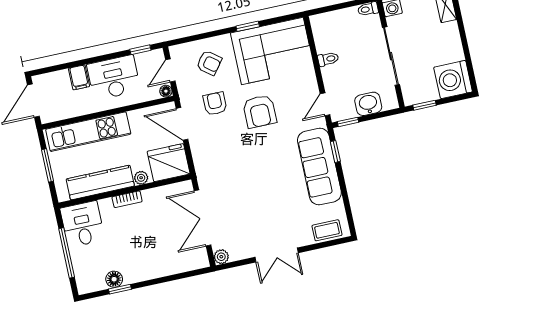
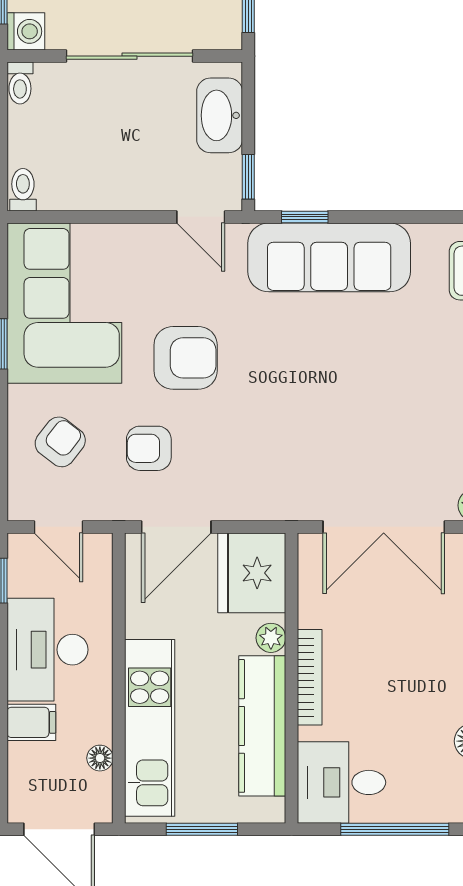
toilet: (328, 59) -> (23, 190), moved
floor lamp: (166, 91) -> (100, 758), moved
washbasin: (368, 104) -> (220, 115), width x1.38
bookcase: (127, 199) -> (310, 677), width x1.56

